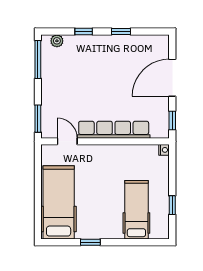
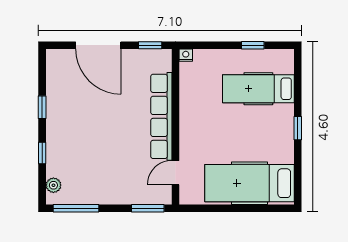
window: (90, 242) -> (298, 128), moved

